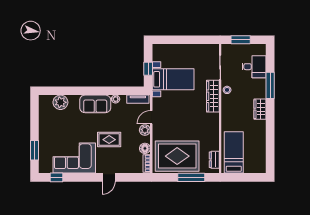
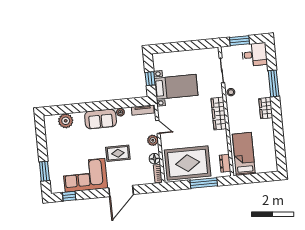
desk: (254, 67) -> (254, 55), moved
wardrobe: (213, 96) -> (219, 114), moved
door: (151, 117) -> (158, 127), swing flipped
door: (109, 177) -> (121, 191), width x1.87

